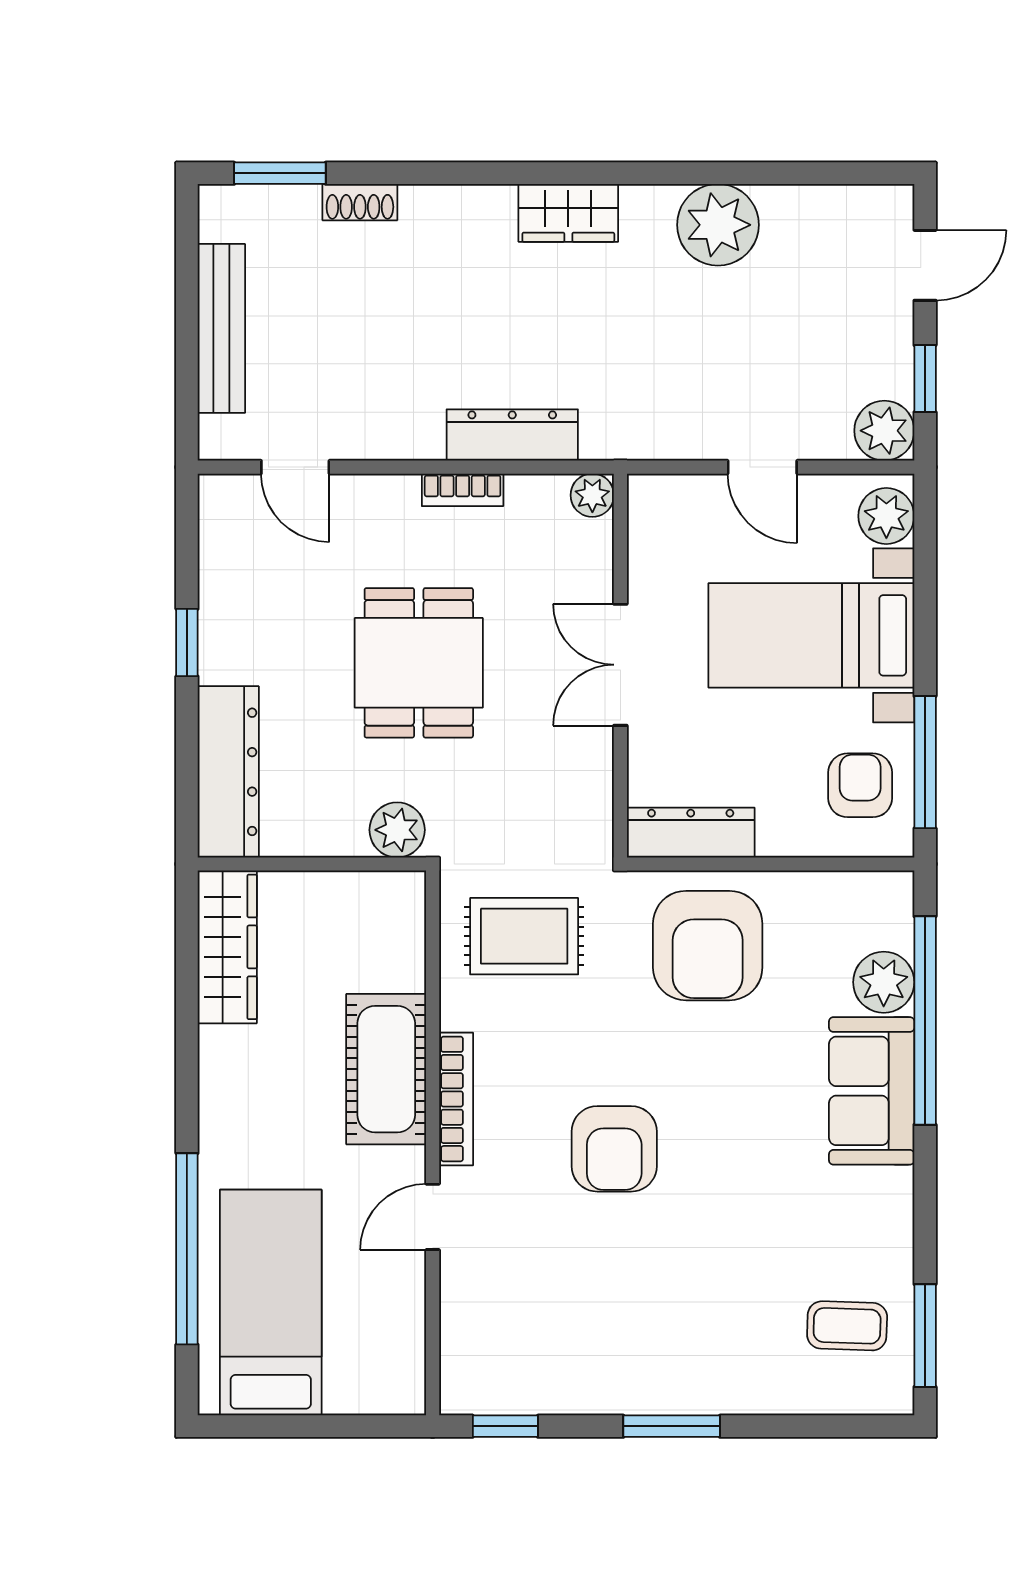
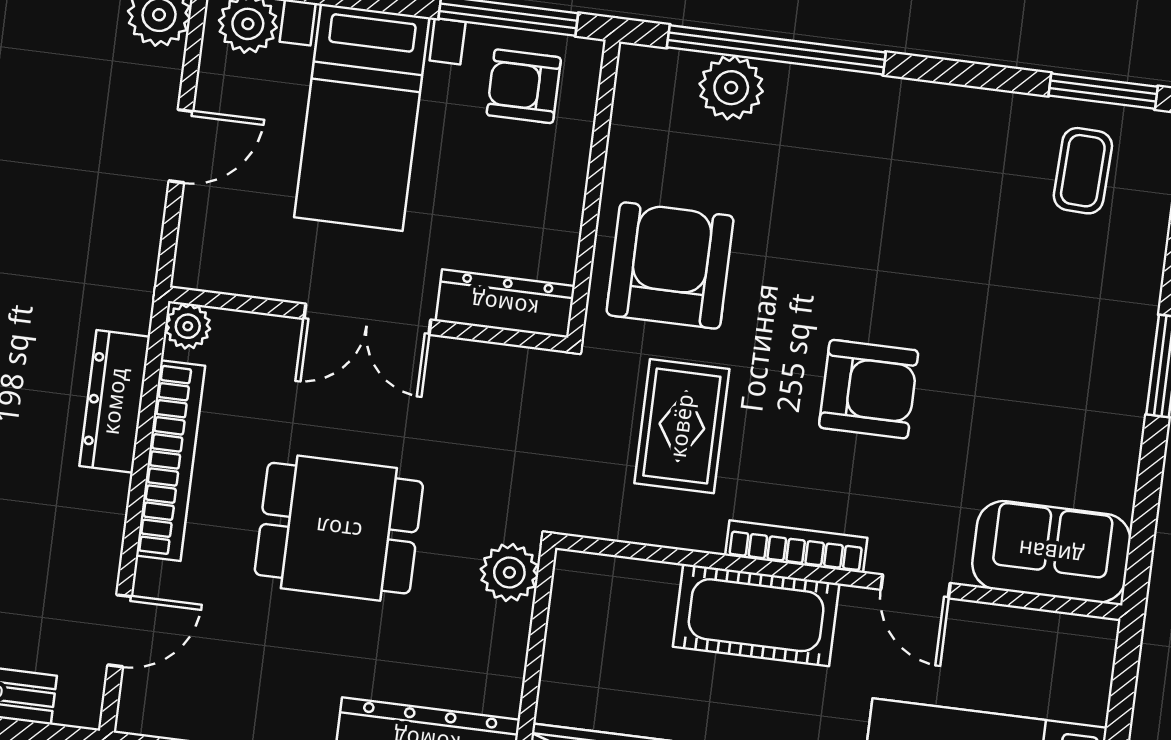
bookcase: (463, 490) -> (170, 461), width x2.31, depth x1.31
dresser: (691, 833) -> (505, 304), moved, turned 90
rug: (524, 936) -> (682, 426), moved
armchair: (708, 946) -> (670, 265), turned -90
sofa: (872, 1091) -> (1051, 552), moved, turned 180
window: (505, 1426) -> (1142, 538), removed

